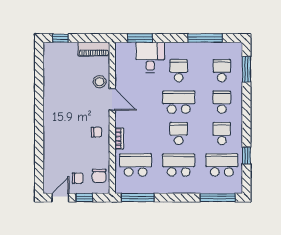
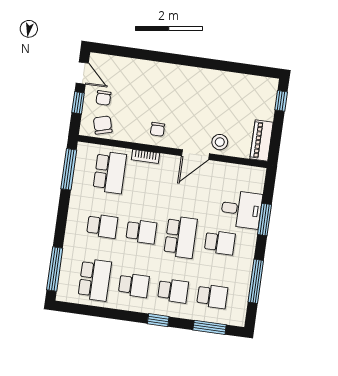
window: (140, 38) -> (264, 219), moved
window: (246, 156) -> (158, 320), moved
school desk: (179, 165) -> (102, 226), width x0.54
chair: (99, 176) -> (103, 125), turned 74

